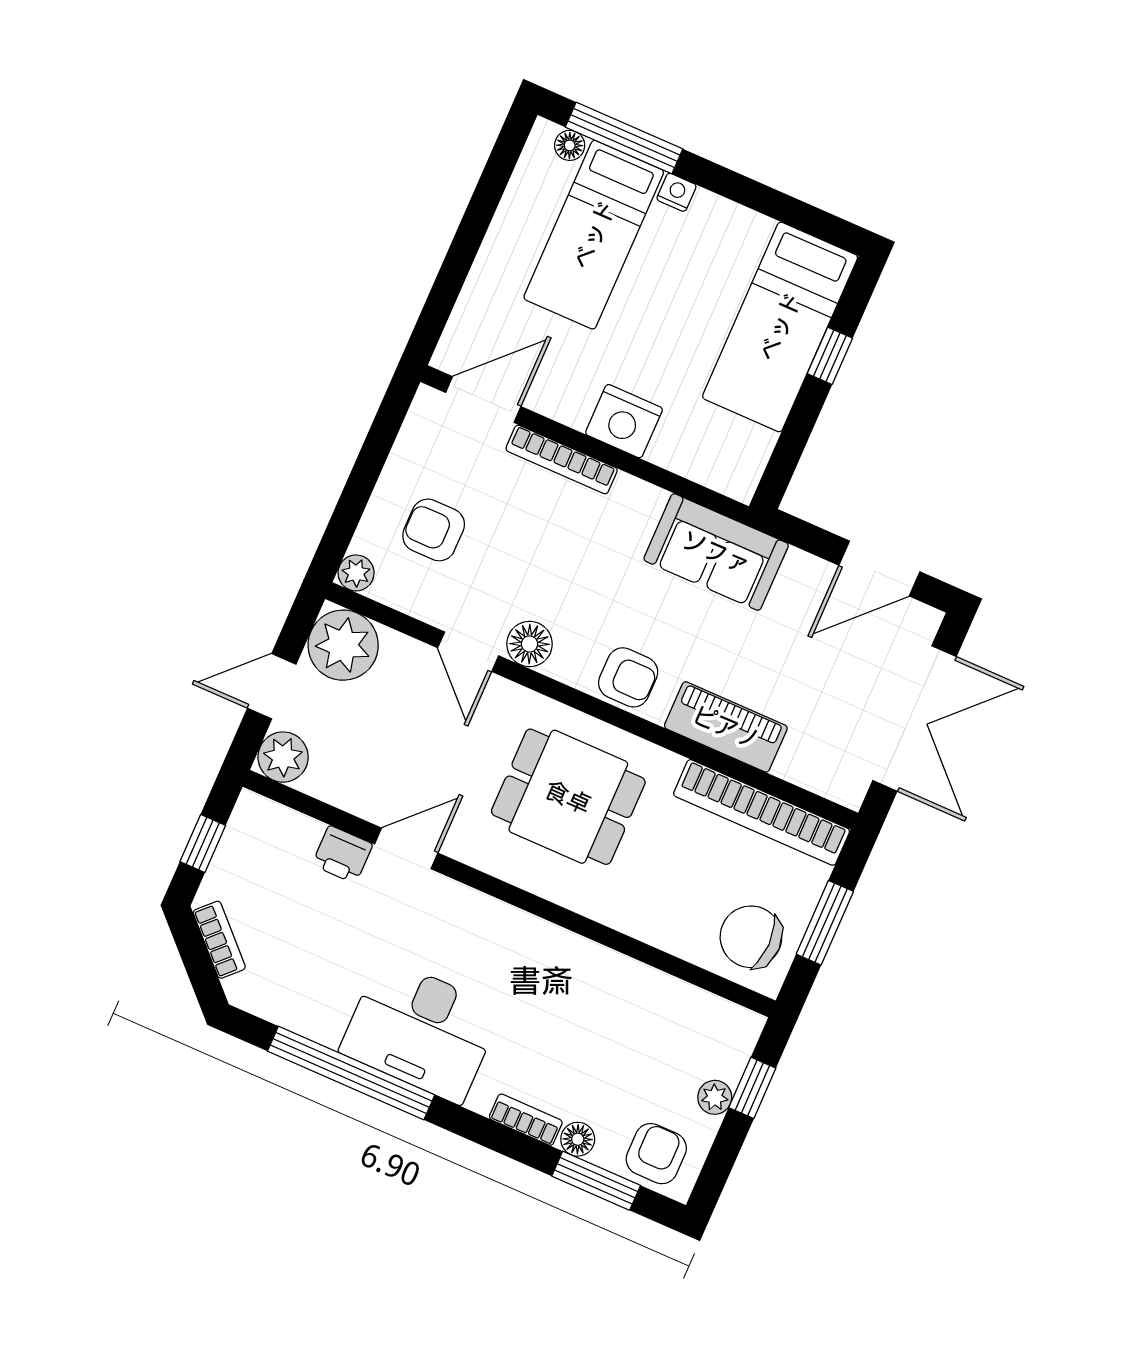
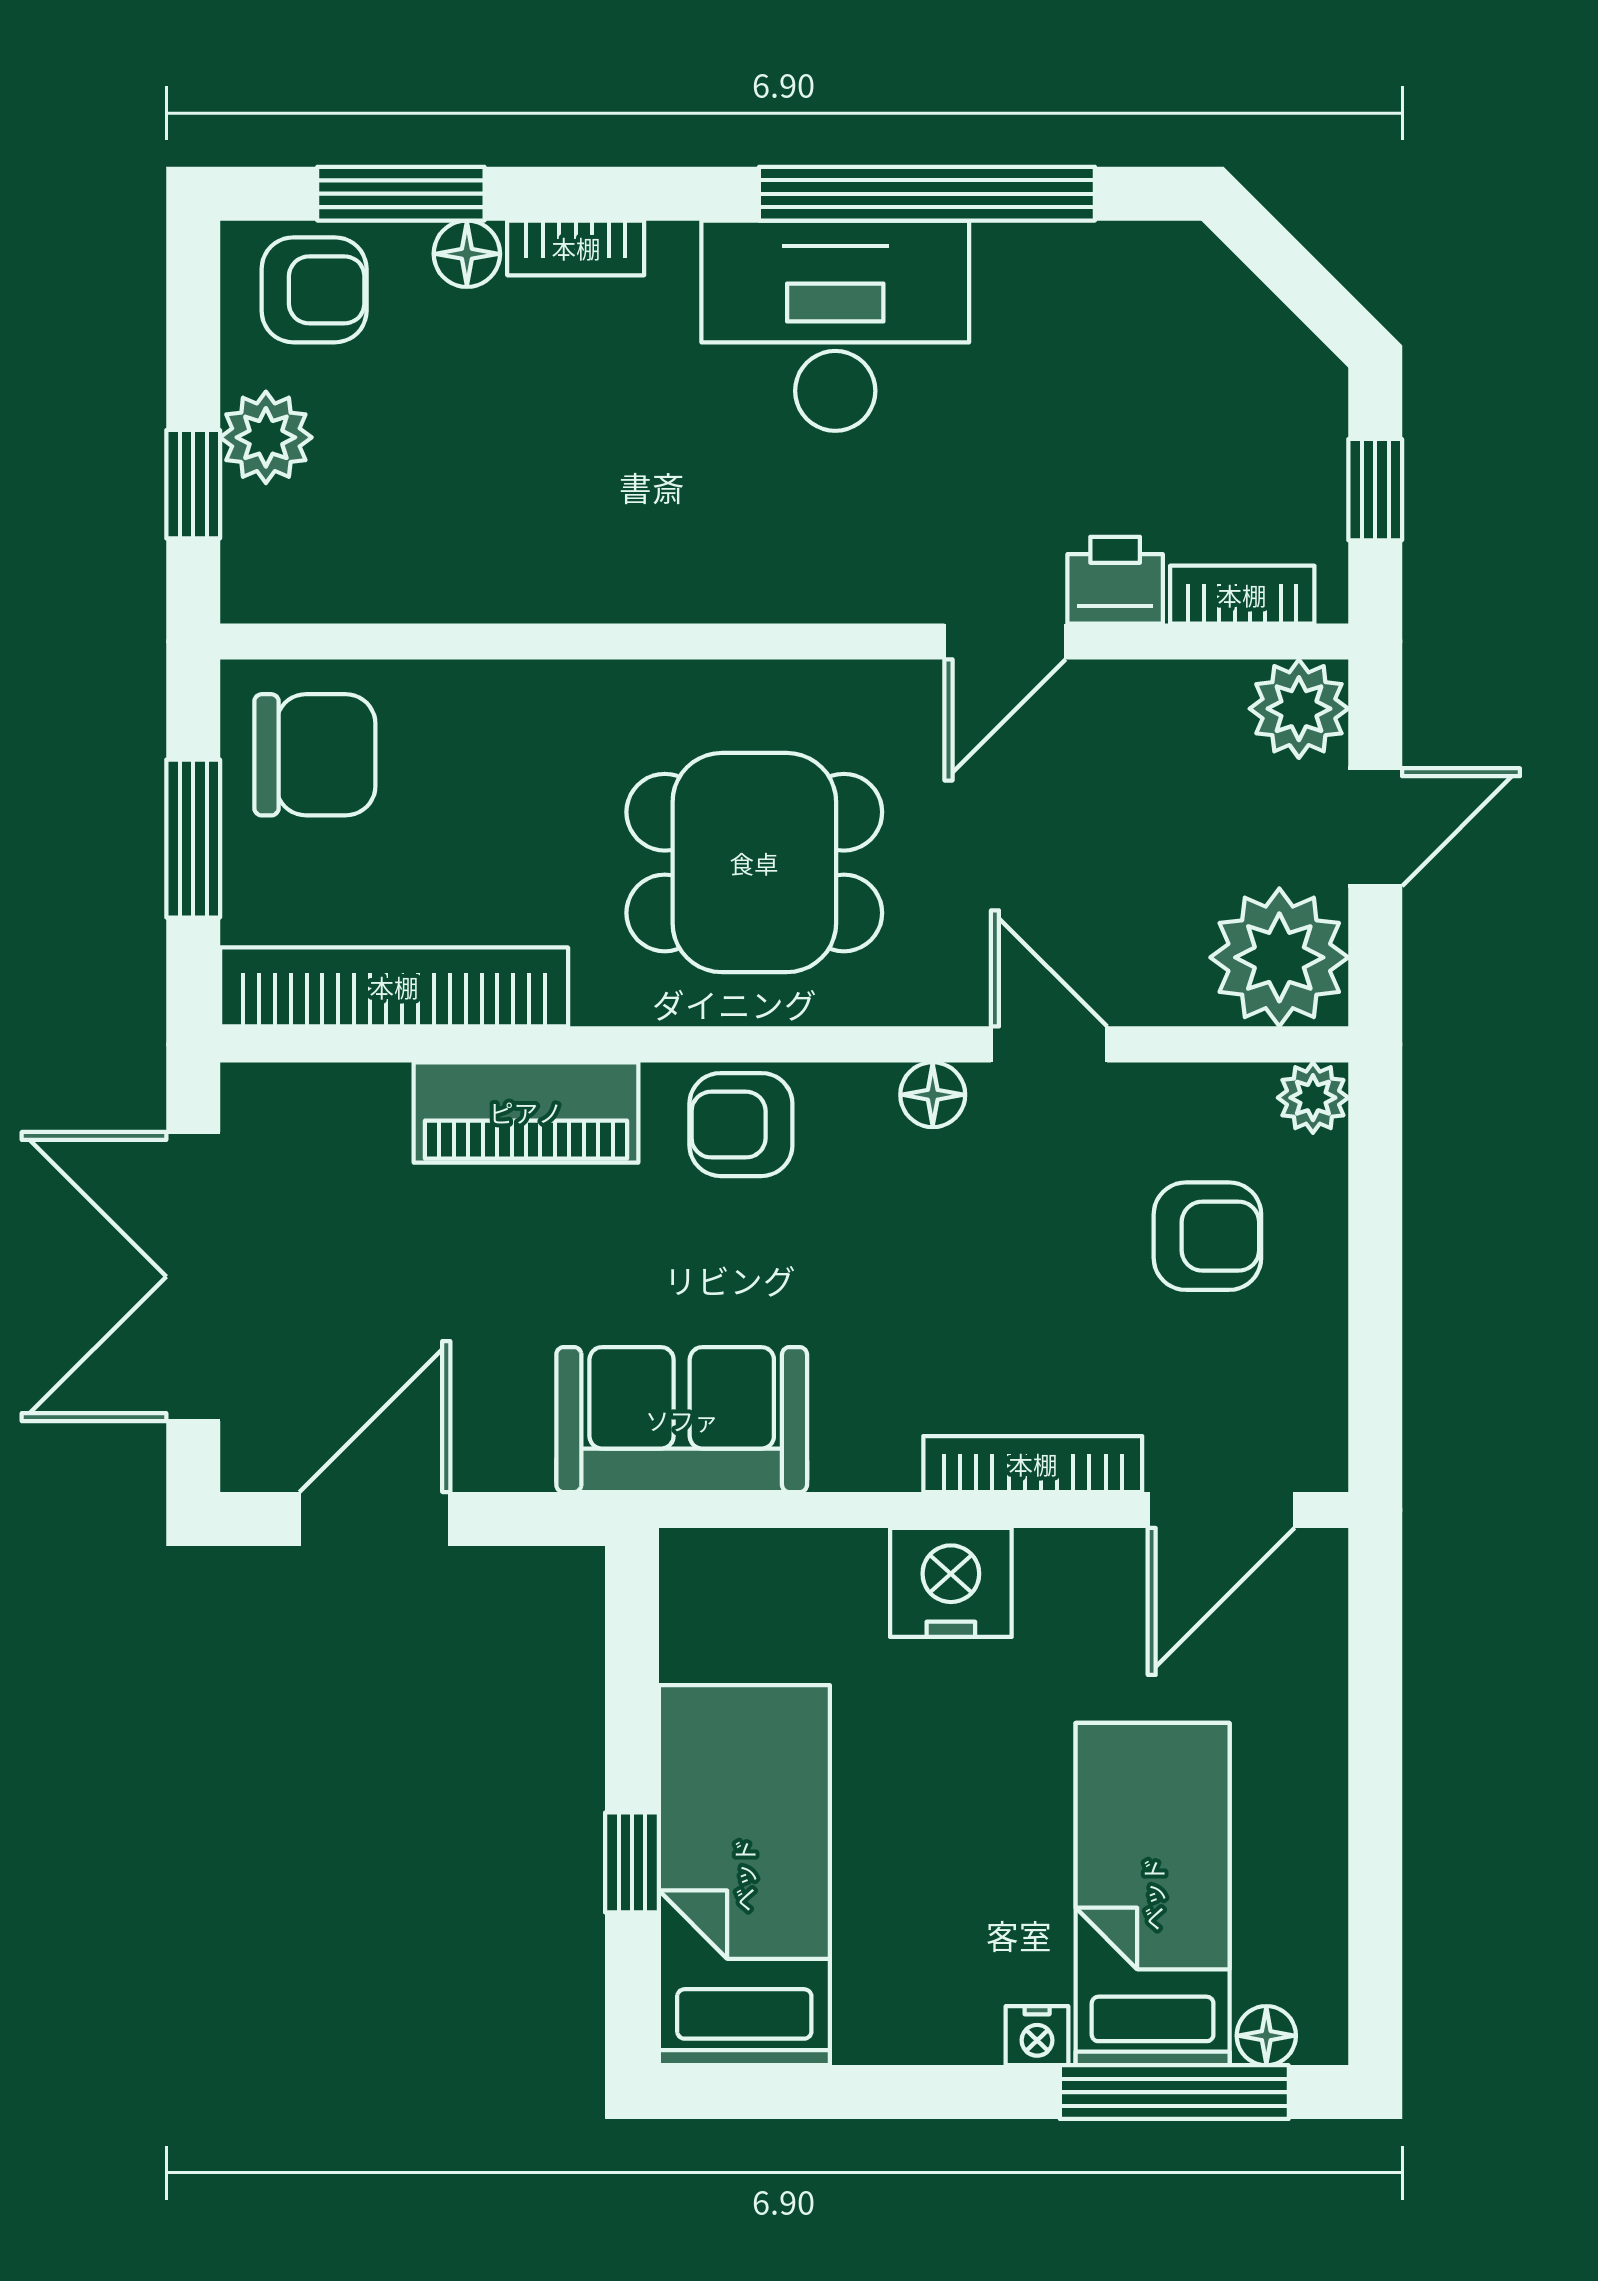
floor lamp: (530, 644) -> (933, 1095), width x0.73, depth x0.73
bookcase: (219, 940) -> (1242, 595), moved, turned 135
plant: (715, 1097) -> (266, 437), width x1.38, depth x1.38
armchair: (656, 1154) -> (314, 290), turned -90

